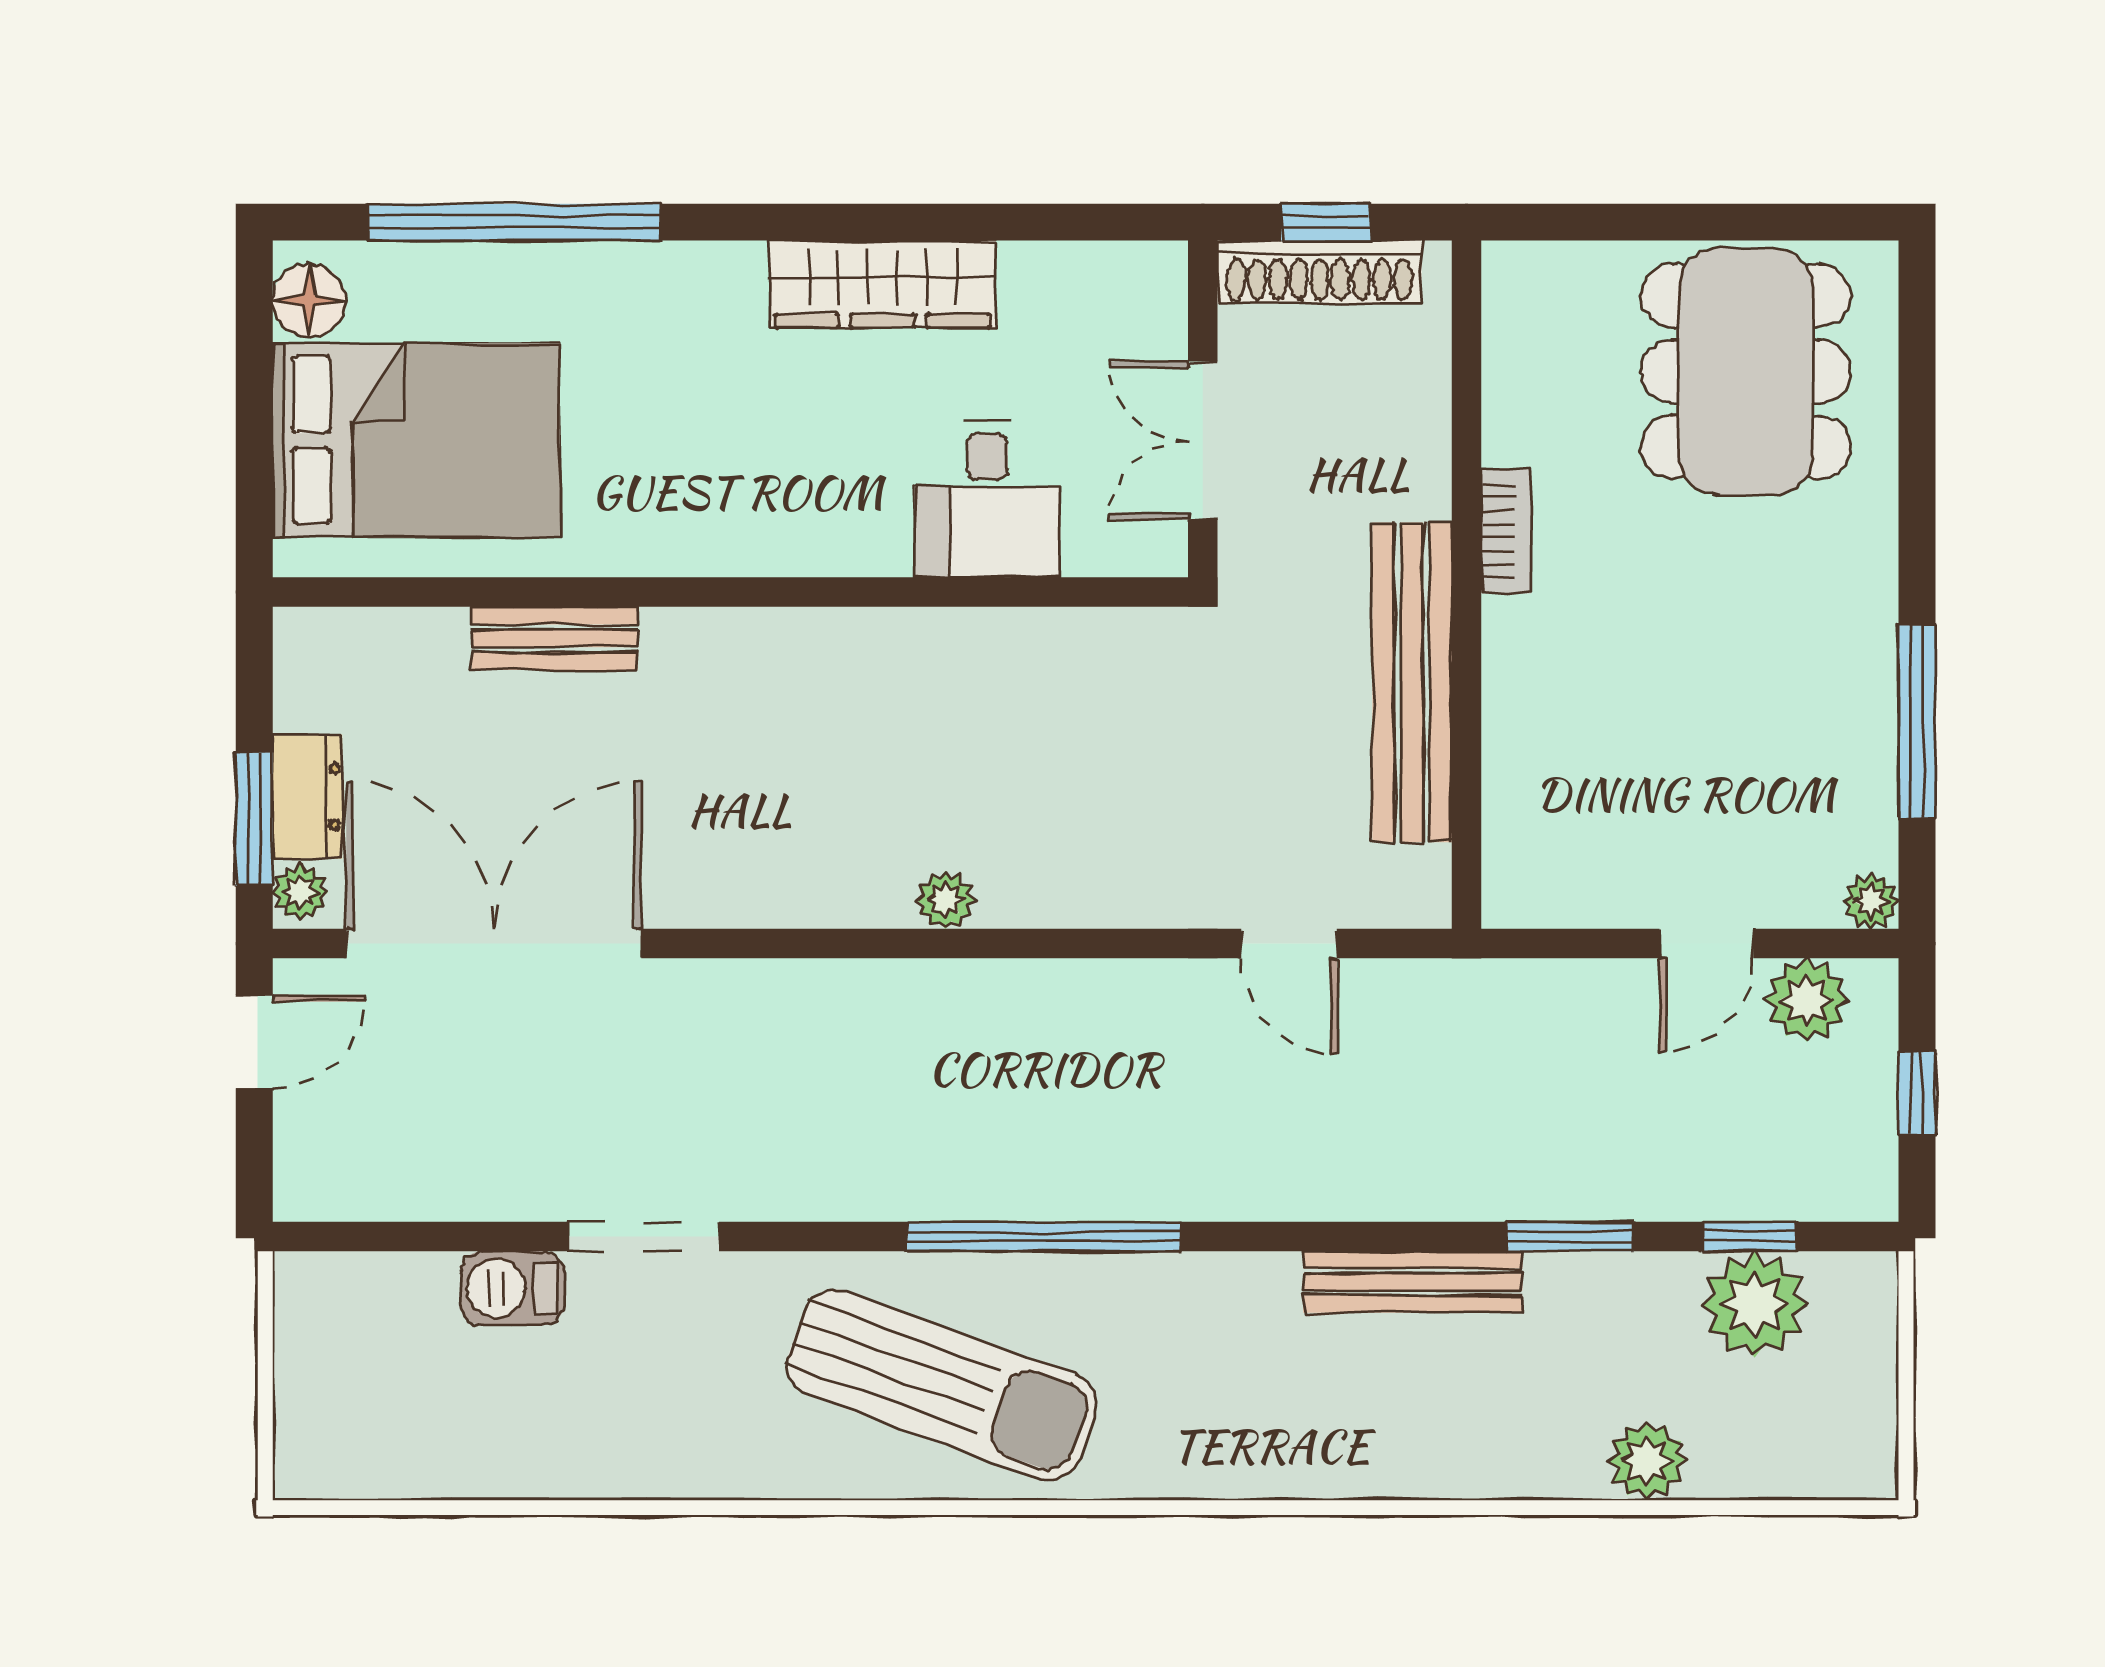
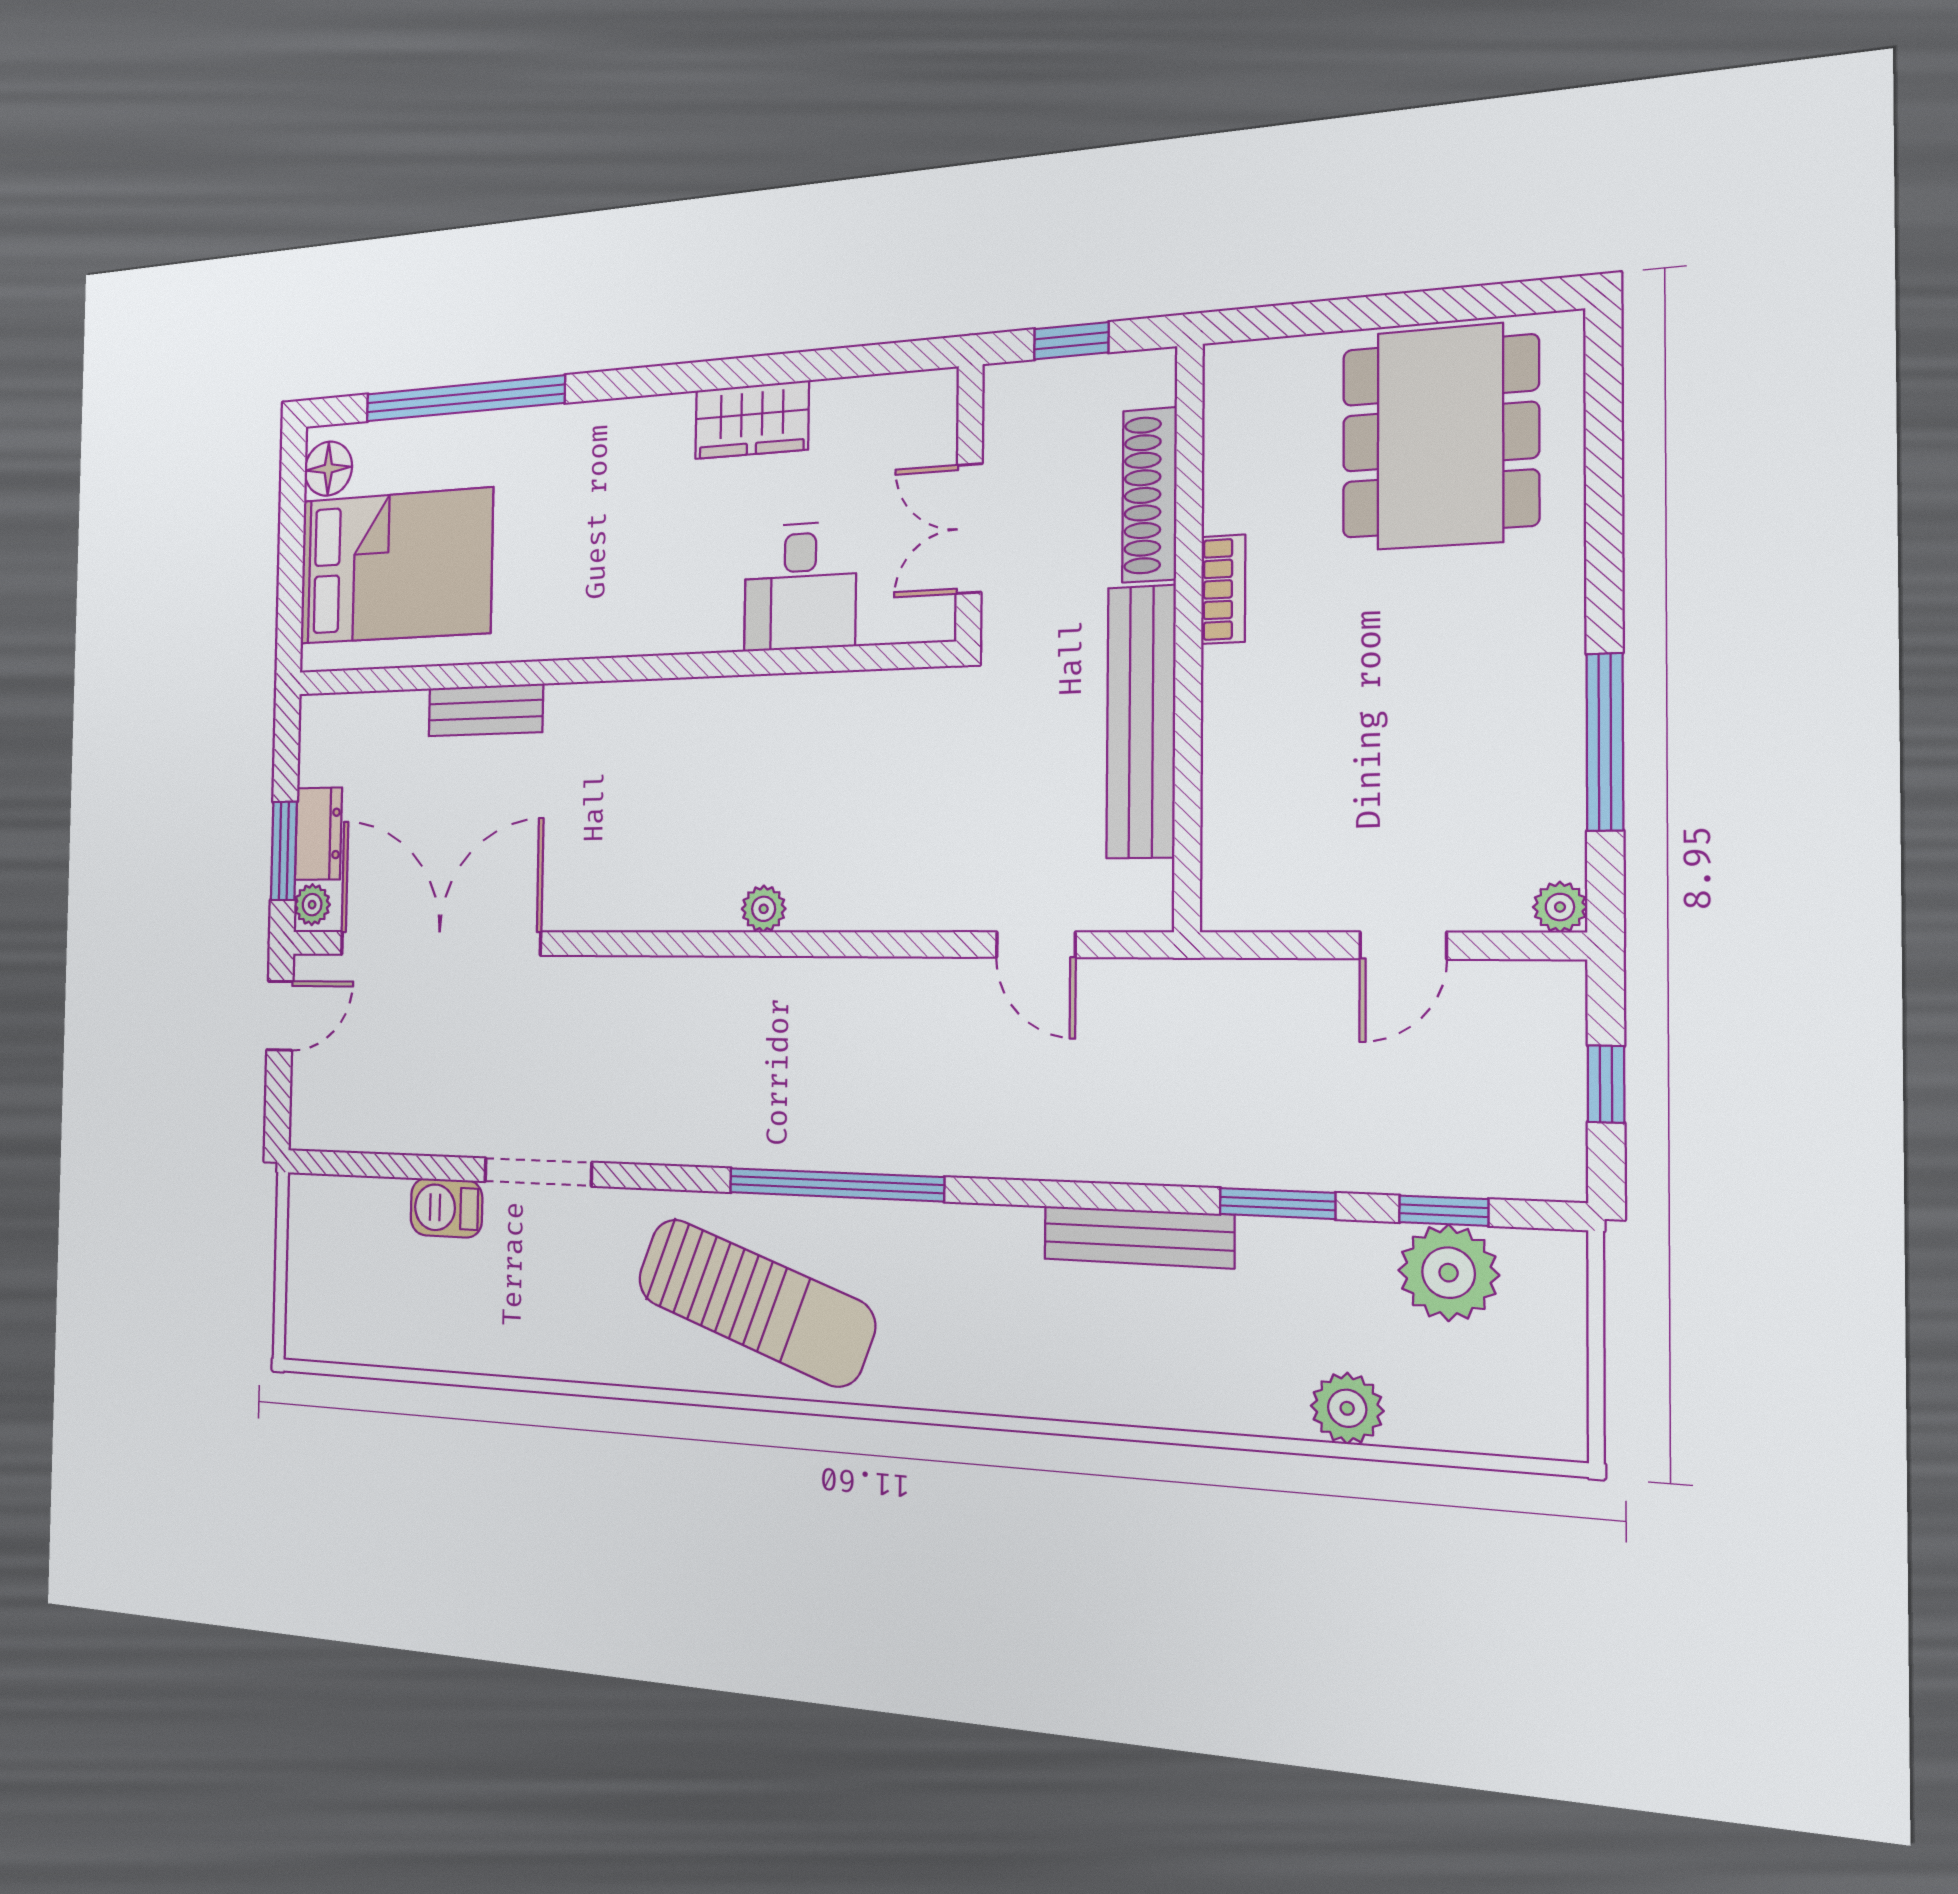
shoe rack: (1320, 272) -> (1150, 495), moved, turned 90
wardrobe: (883, 284) -> (752, 420), width x0.67
plant: (1807, 1000) -> (1498, 997), removed

